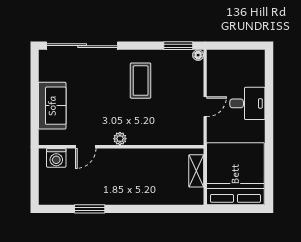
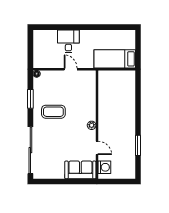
window: (178, 46) -> (30, 99), moved
sofa: (52, 106) -> (80, 170), moved
shelving: (196, 171) -> (113, 75), removed
bed: (235, 174) -> (115, 59), width x0.49

